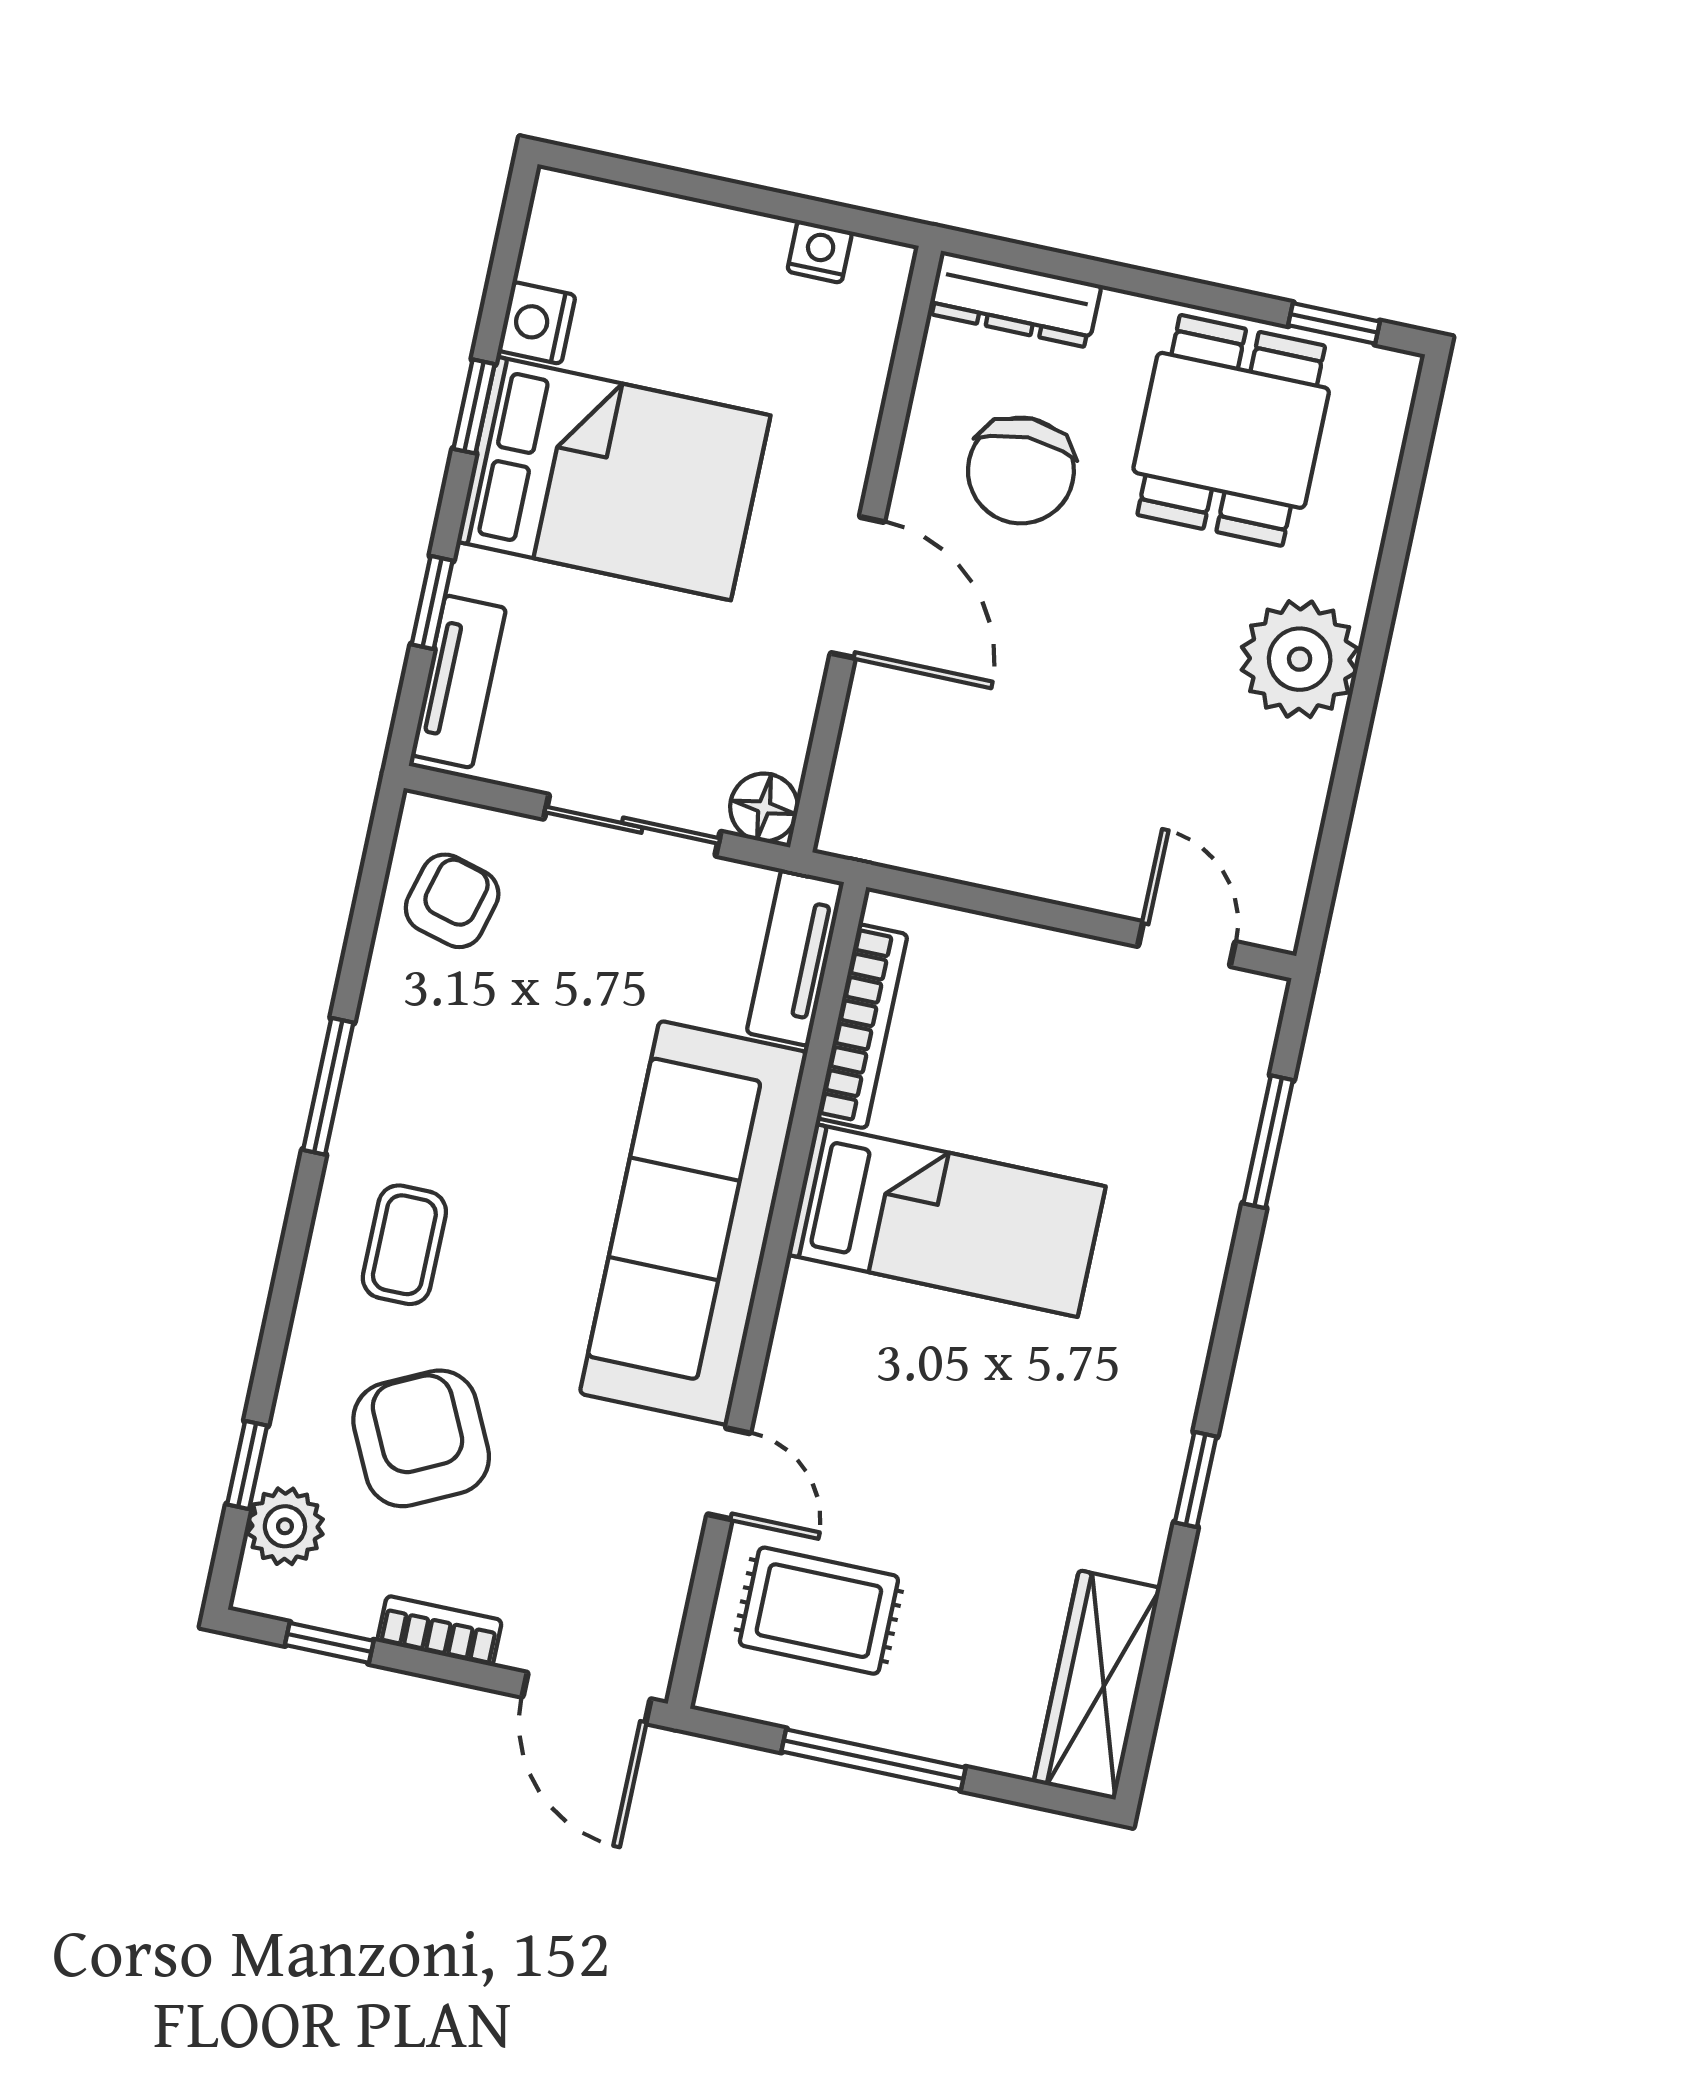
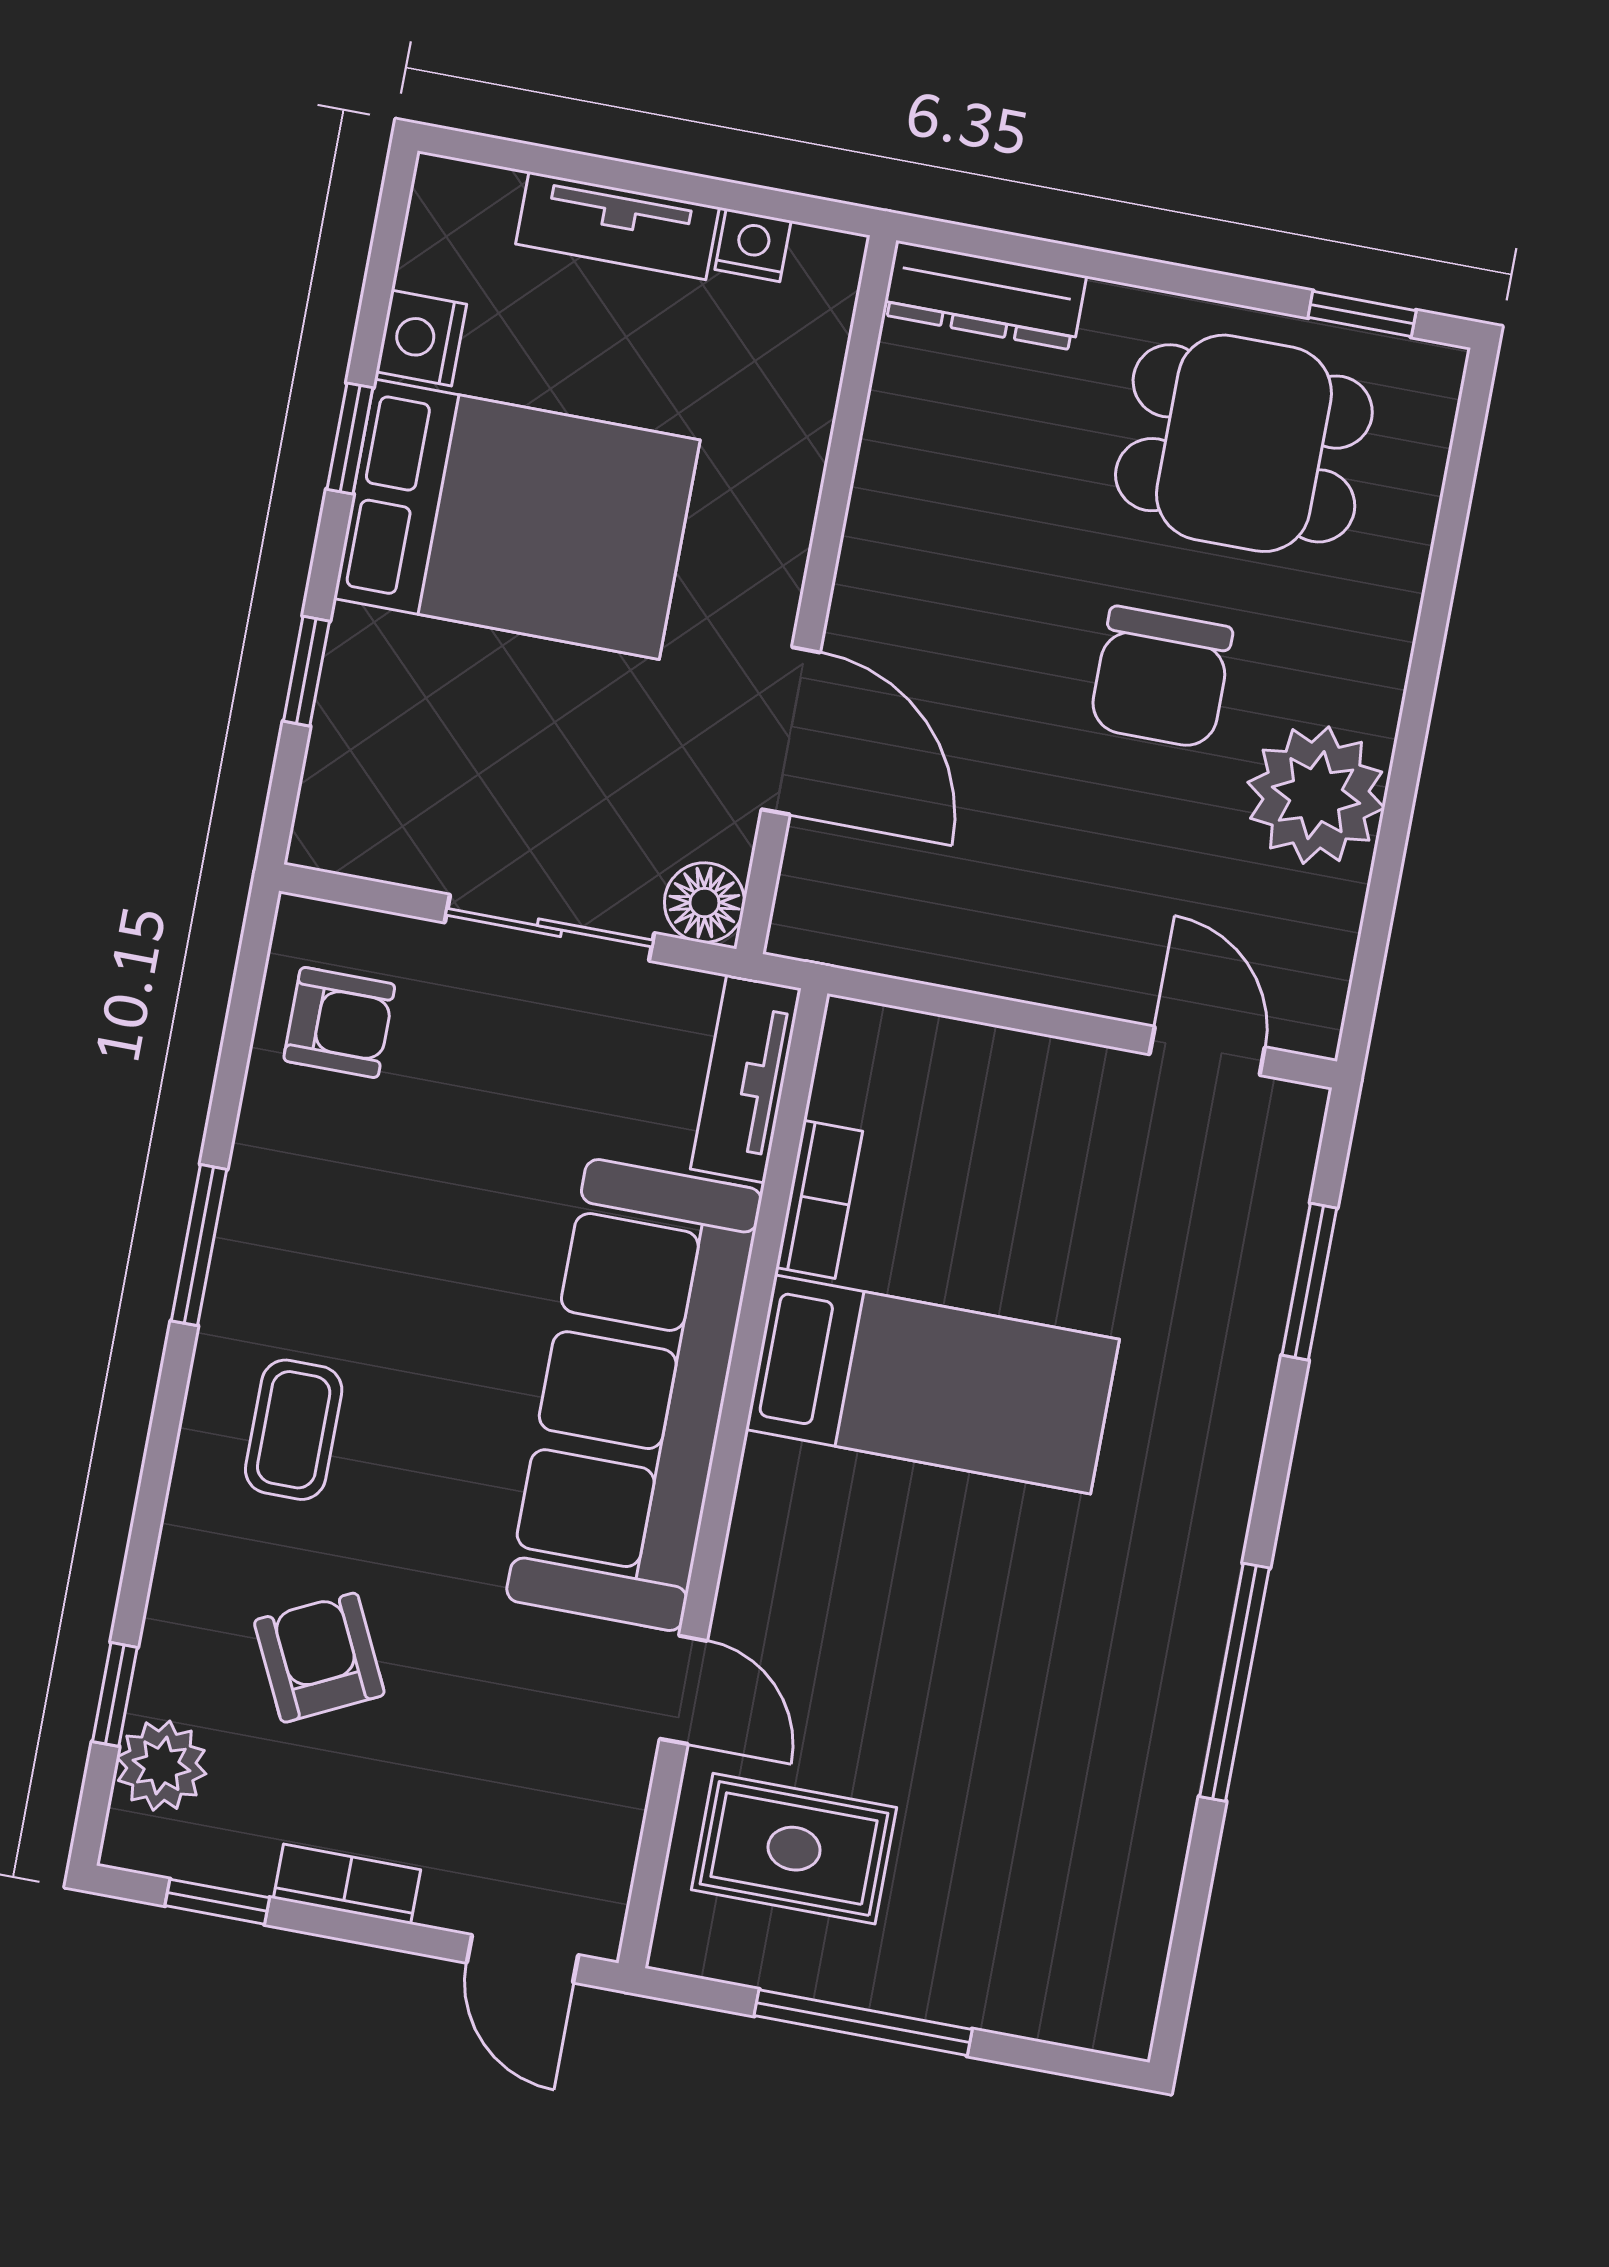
dining table: (1231, 430) -> (1244, 443), turned 90
chair: (1021, 470) -> (1161, 678), moved
door: (857, 587) -> (791, 731), moved
plant: (1300, 659) -> (1316, 795), moved
tv unit: (459, 682) -> (617, 226), moved, turned 90
armchair: (452, 901) -> (339, 1023), turned 75
bookcase: (862, 1026) -> (819, 1199), width x0.64
armchair: (421, 1438) -> (319, 1658), width x0.72, depth x0.72
window: (1196, 1479) -> (1234, 1682), width x2.17
wardrobe: (1097, 1685) -> (1125, 1928), removed
door: (587, 1698) -> (523, 1959), width x0.73

